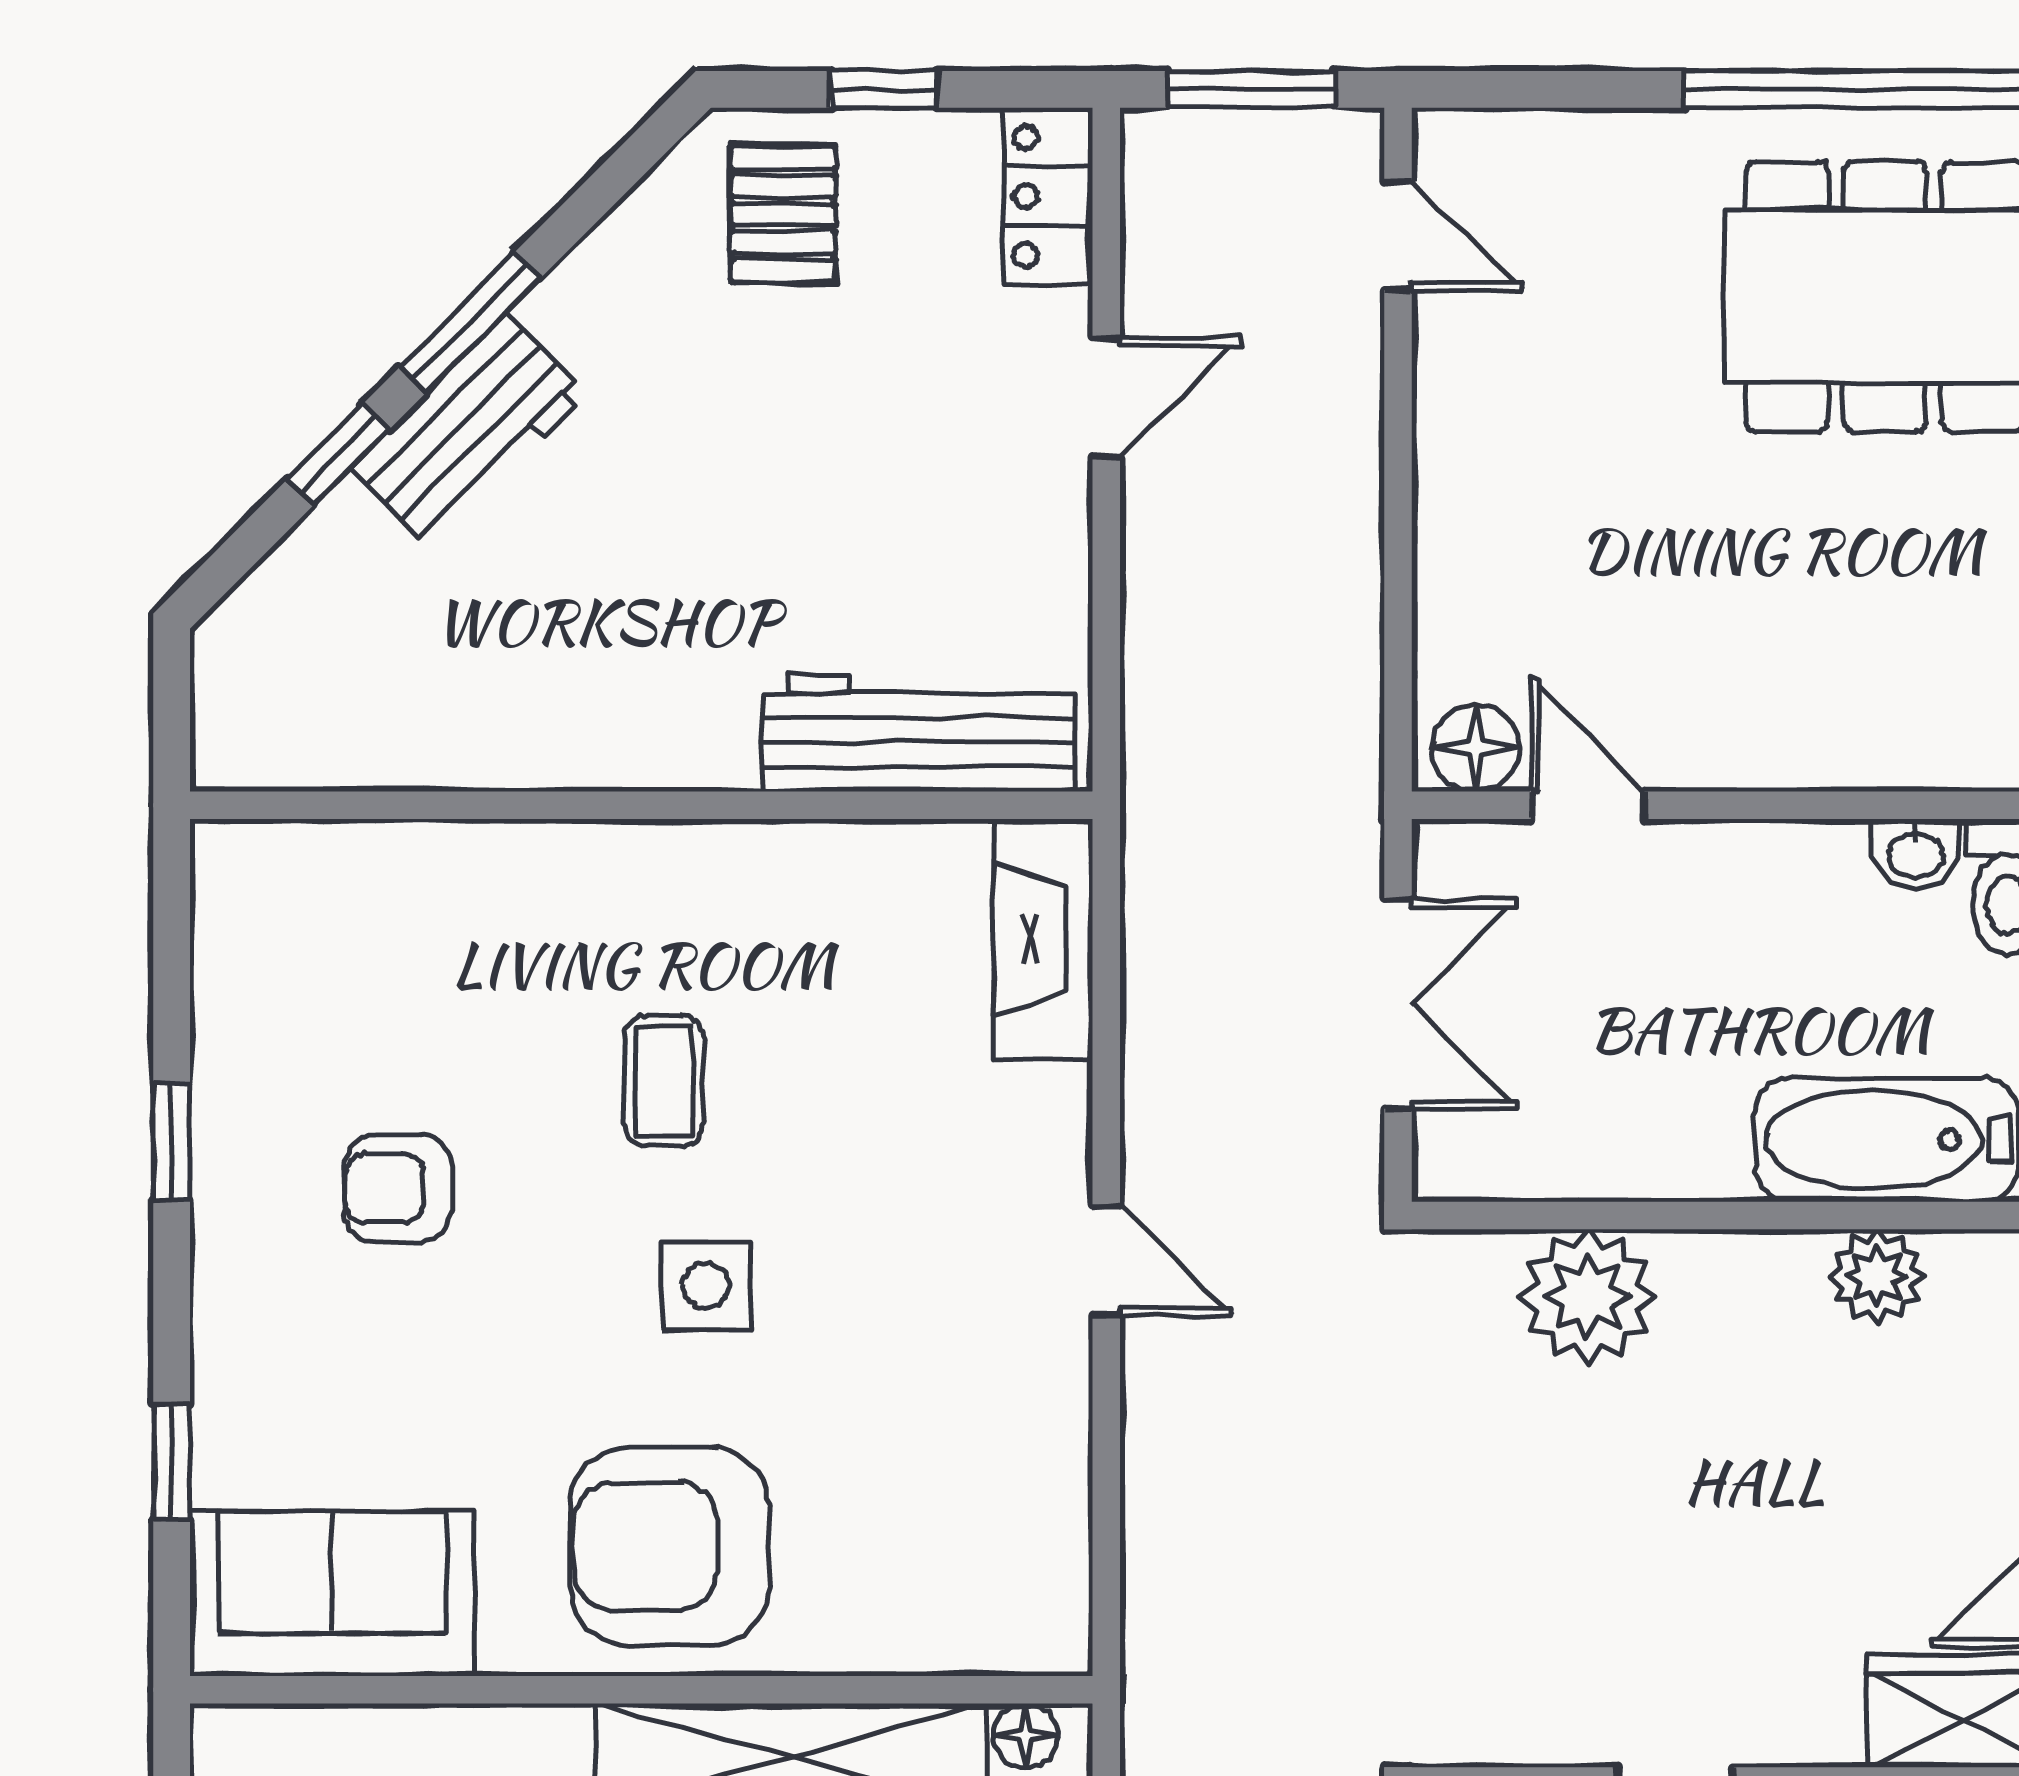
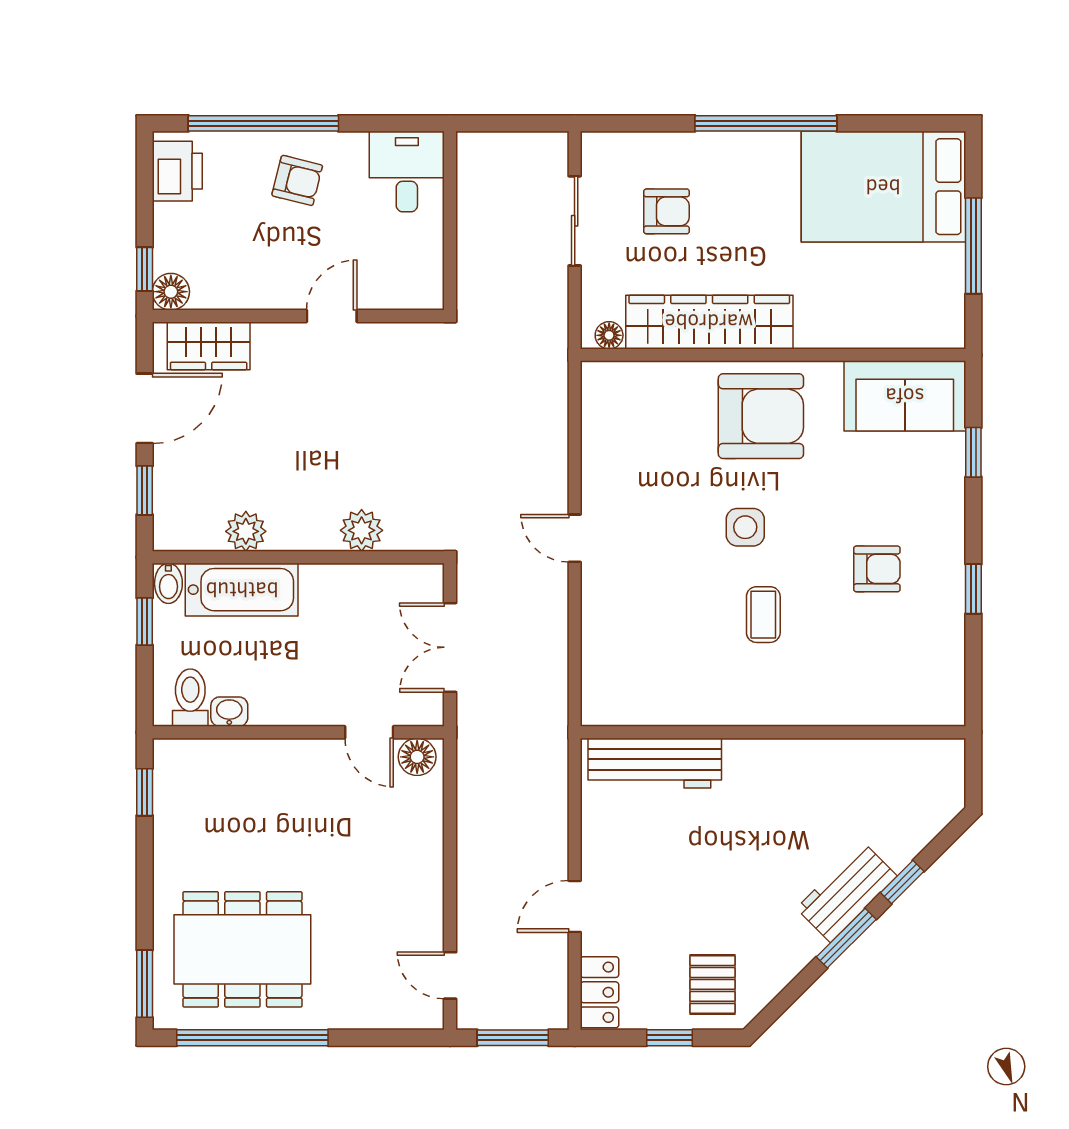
fireplace: (1043, 939) -> (602, 675), removed
plant: (1588, 1297) -> (362, 530), width x0.73, depth x0.73

